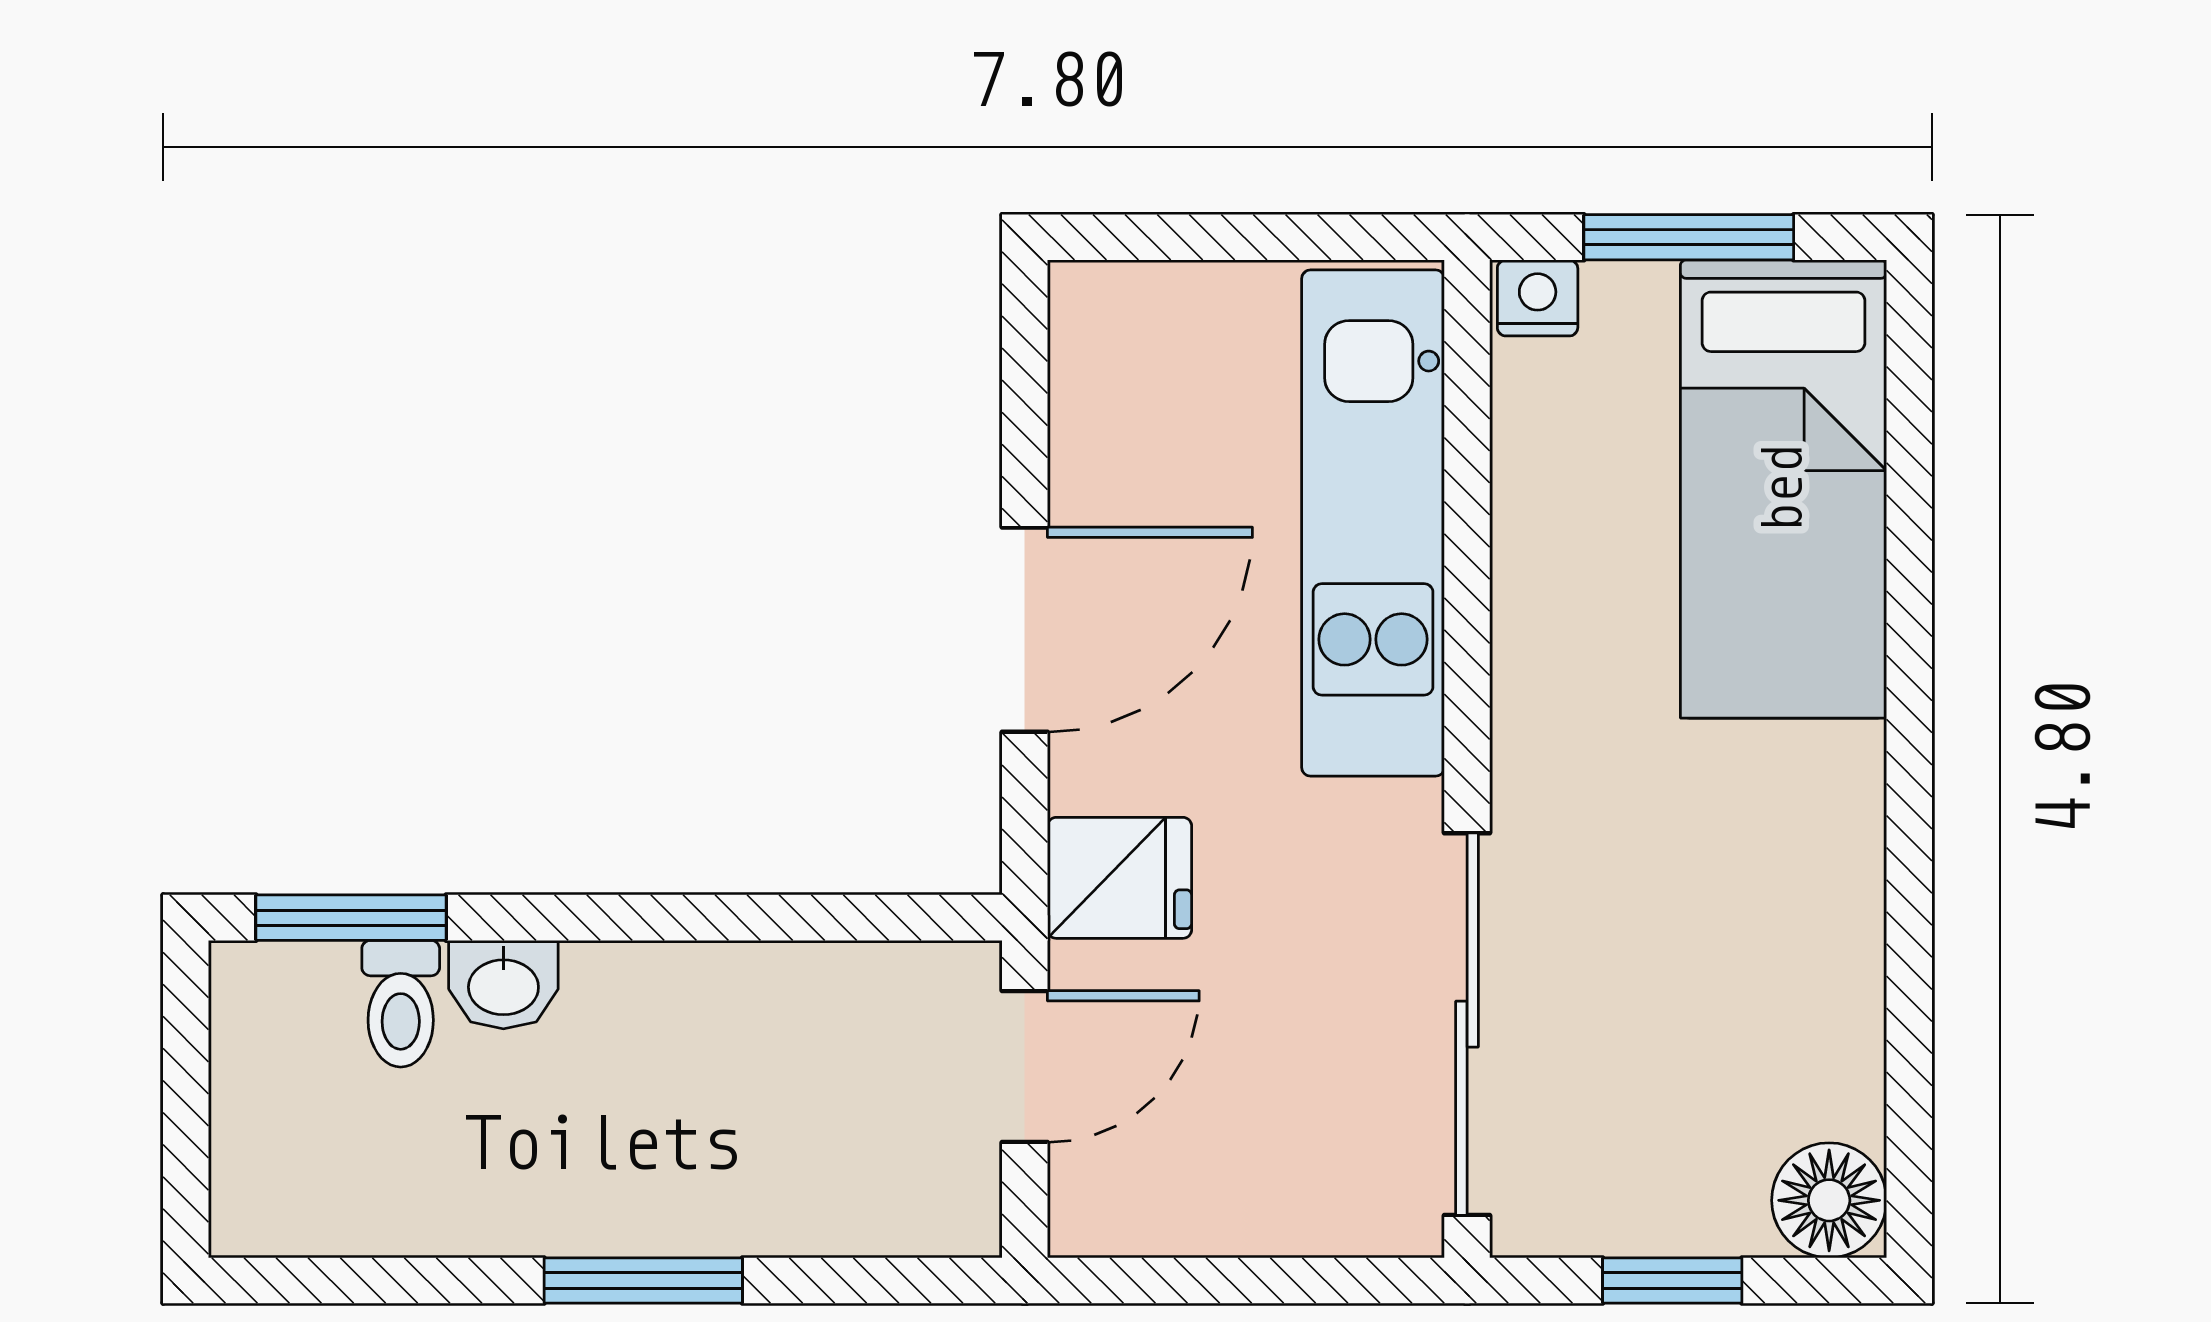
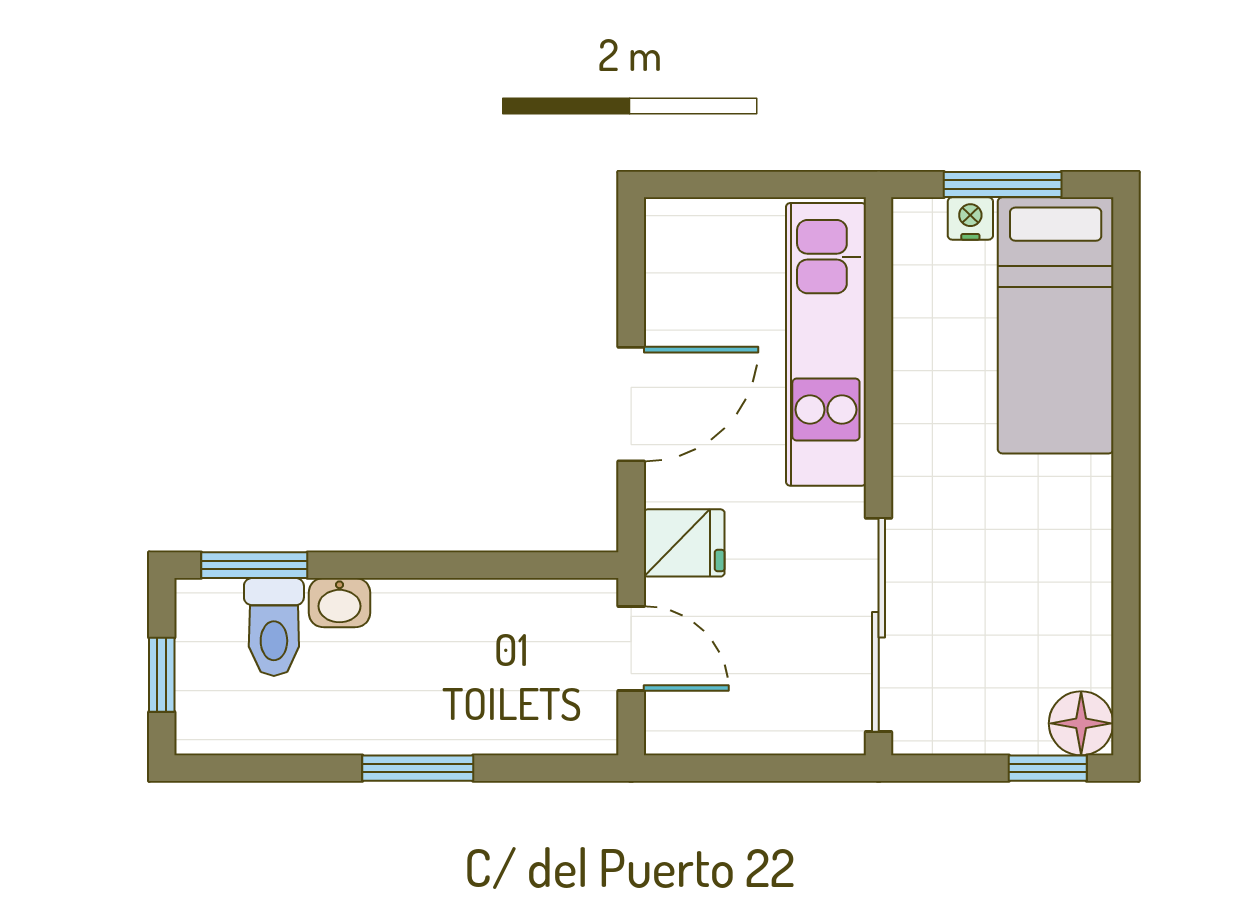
nightstand: (1538, 298) -> (970, 219), moved
toilet: (401, 1004) -> (274, 627), width x1.37, depth x1.39
door: (1025, 1067) -> (631, 648), hinge flipped
window: (186, 1113) -> (162, 675), added
window: (1672, 1280) -> (1048, 768), moved

